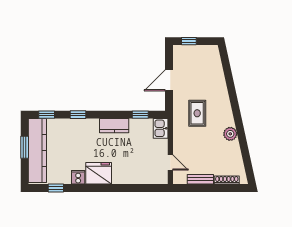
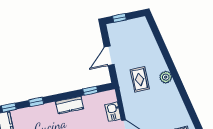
kitchen sink: (161, 128) -> (113, 112), moved
plant: (230, 134) -> (166, 77), moved

